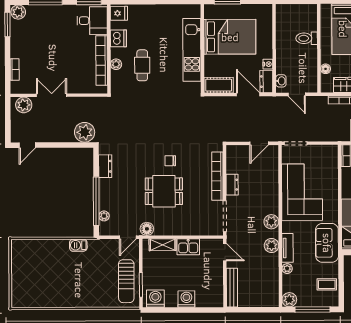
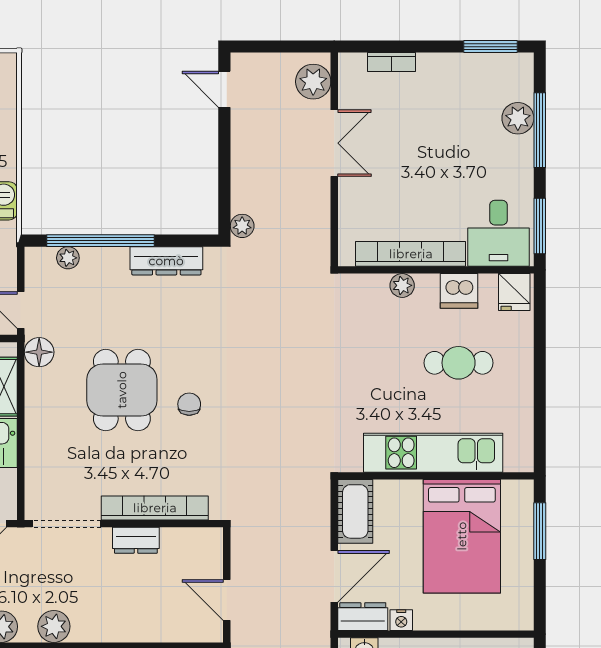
plant: (18, 12) -> (518, 118), moved
cafe table: (142, 65) -> (459, 363), moved
plant: (85, 132) -> (242, 226), width x0.53, depth x0.53
dresser: (105, 166) -> (166, 261), width x1.44

